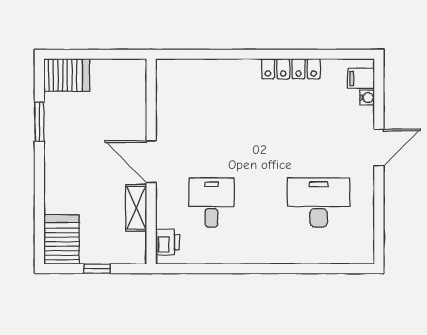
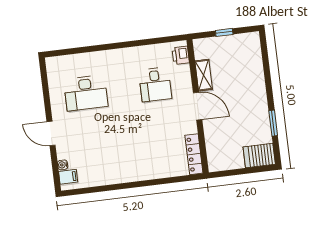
locker: (291, 69) -> (194, 154), moved, turned -90
door: (379, 148) -> (51, 133), hinge flipped
server rack: (62, 239) -> (249, 49), removed

